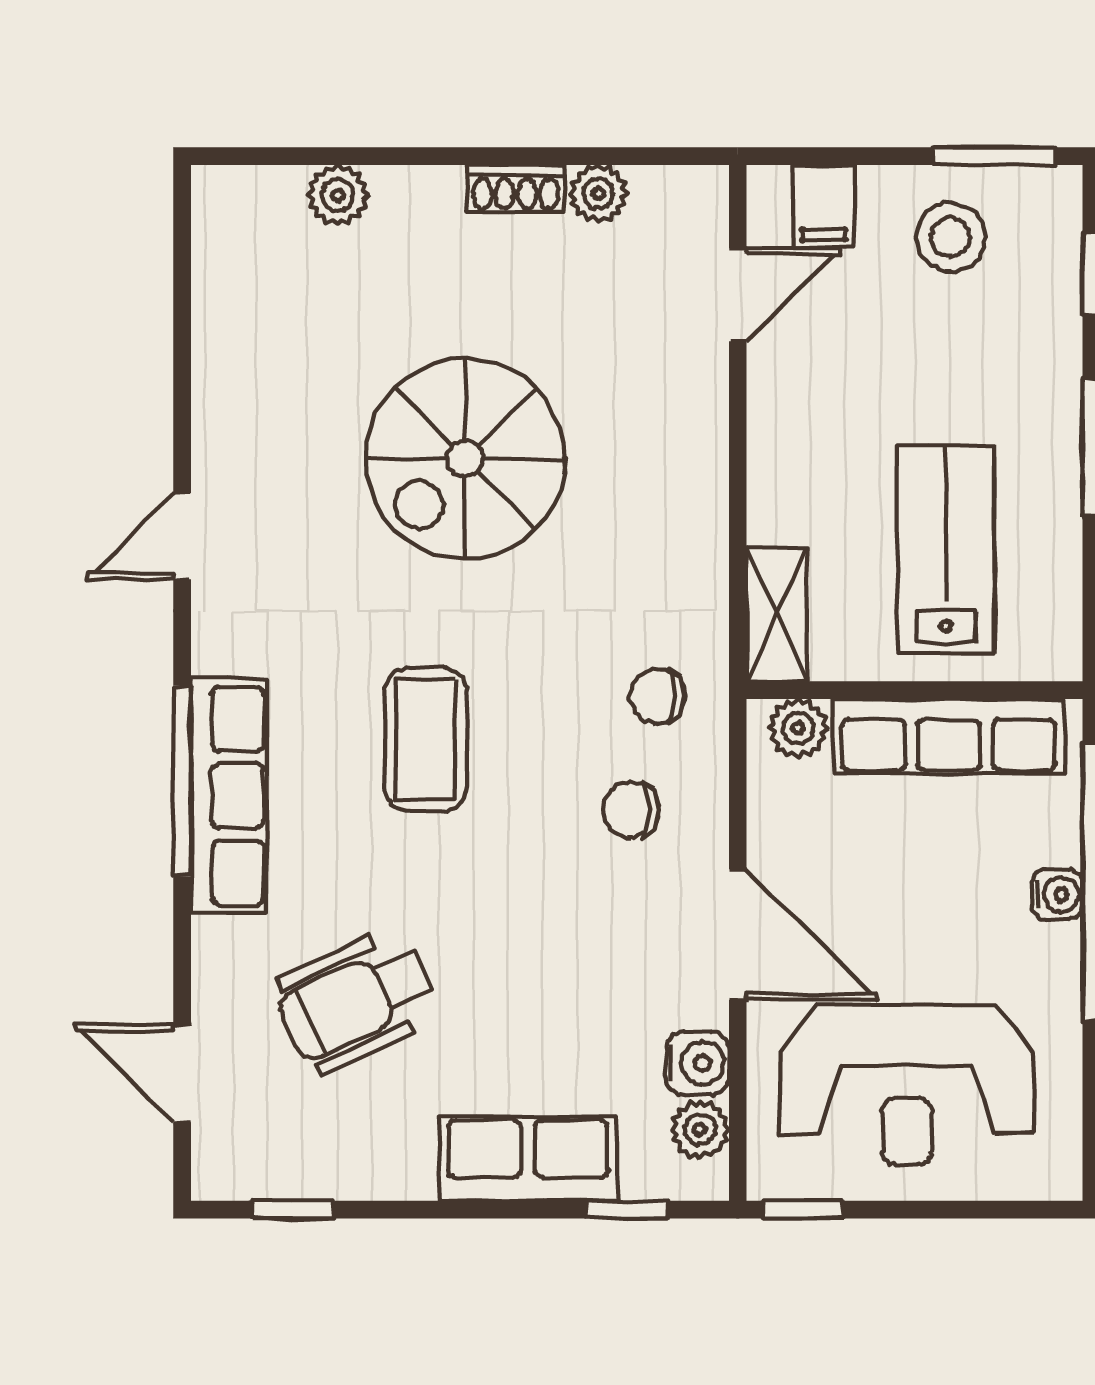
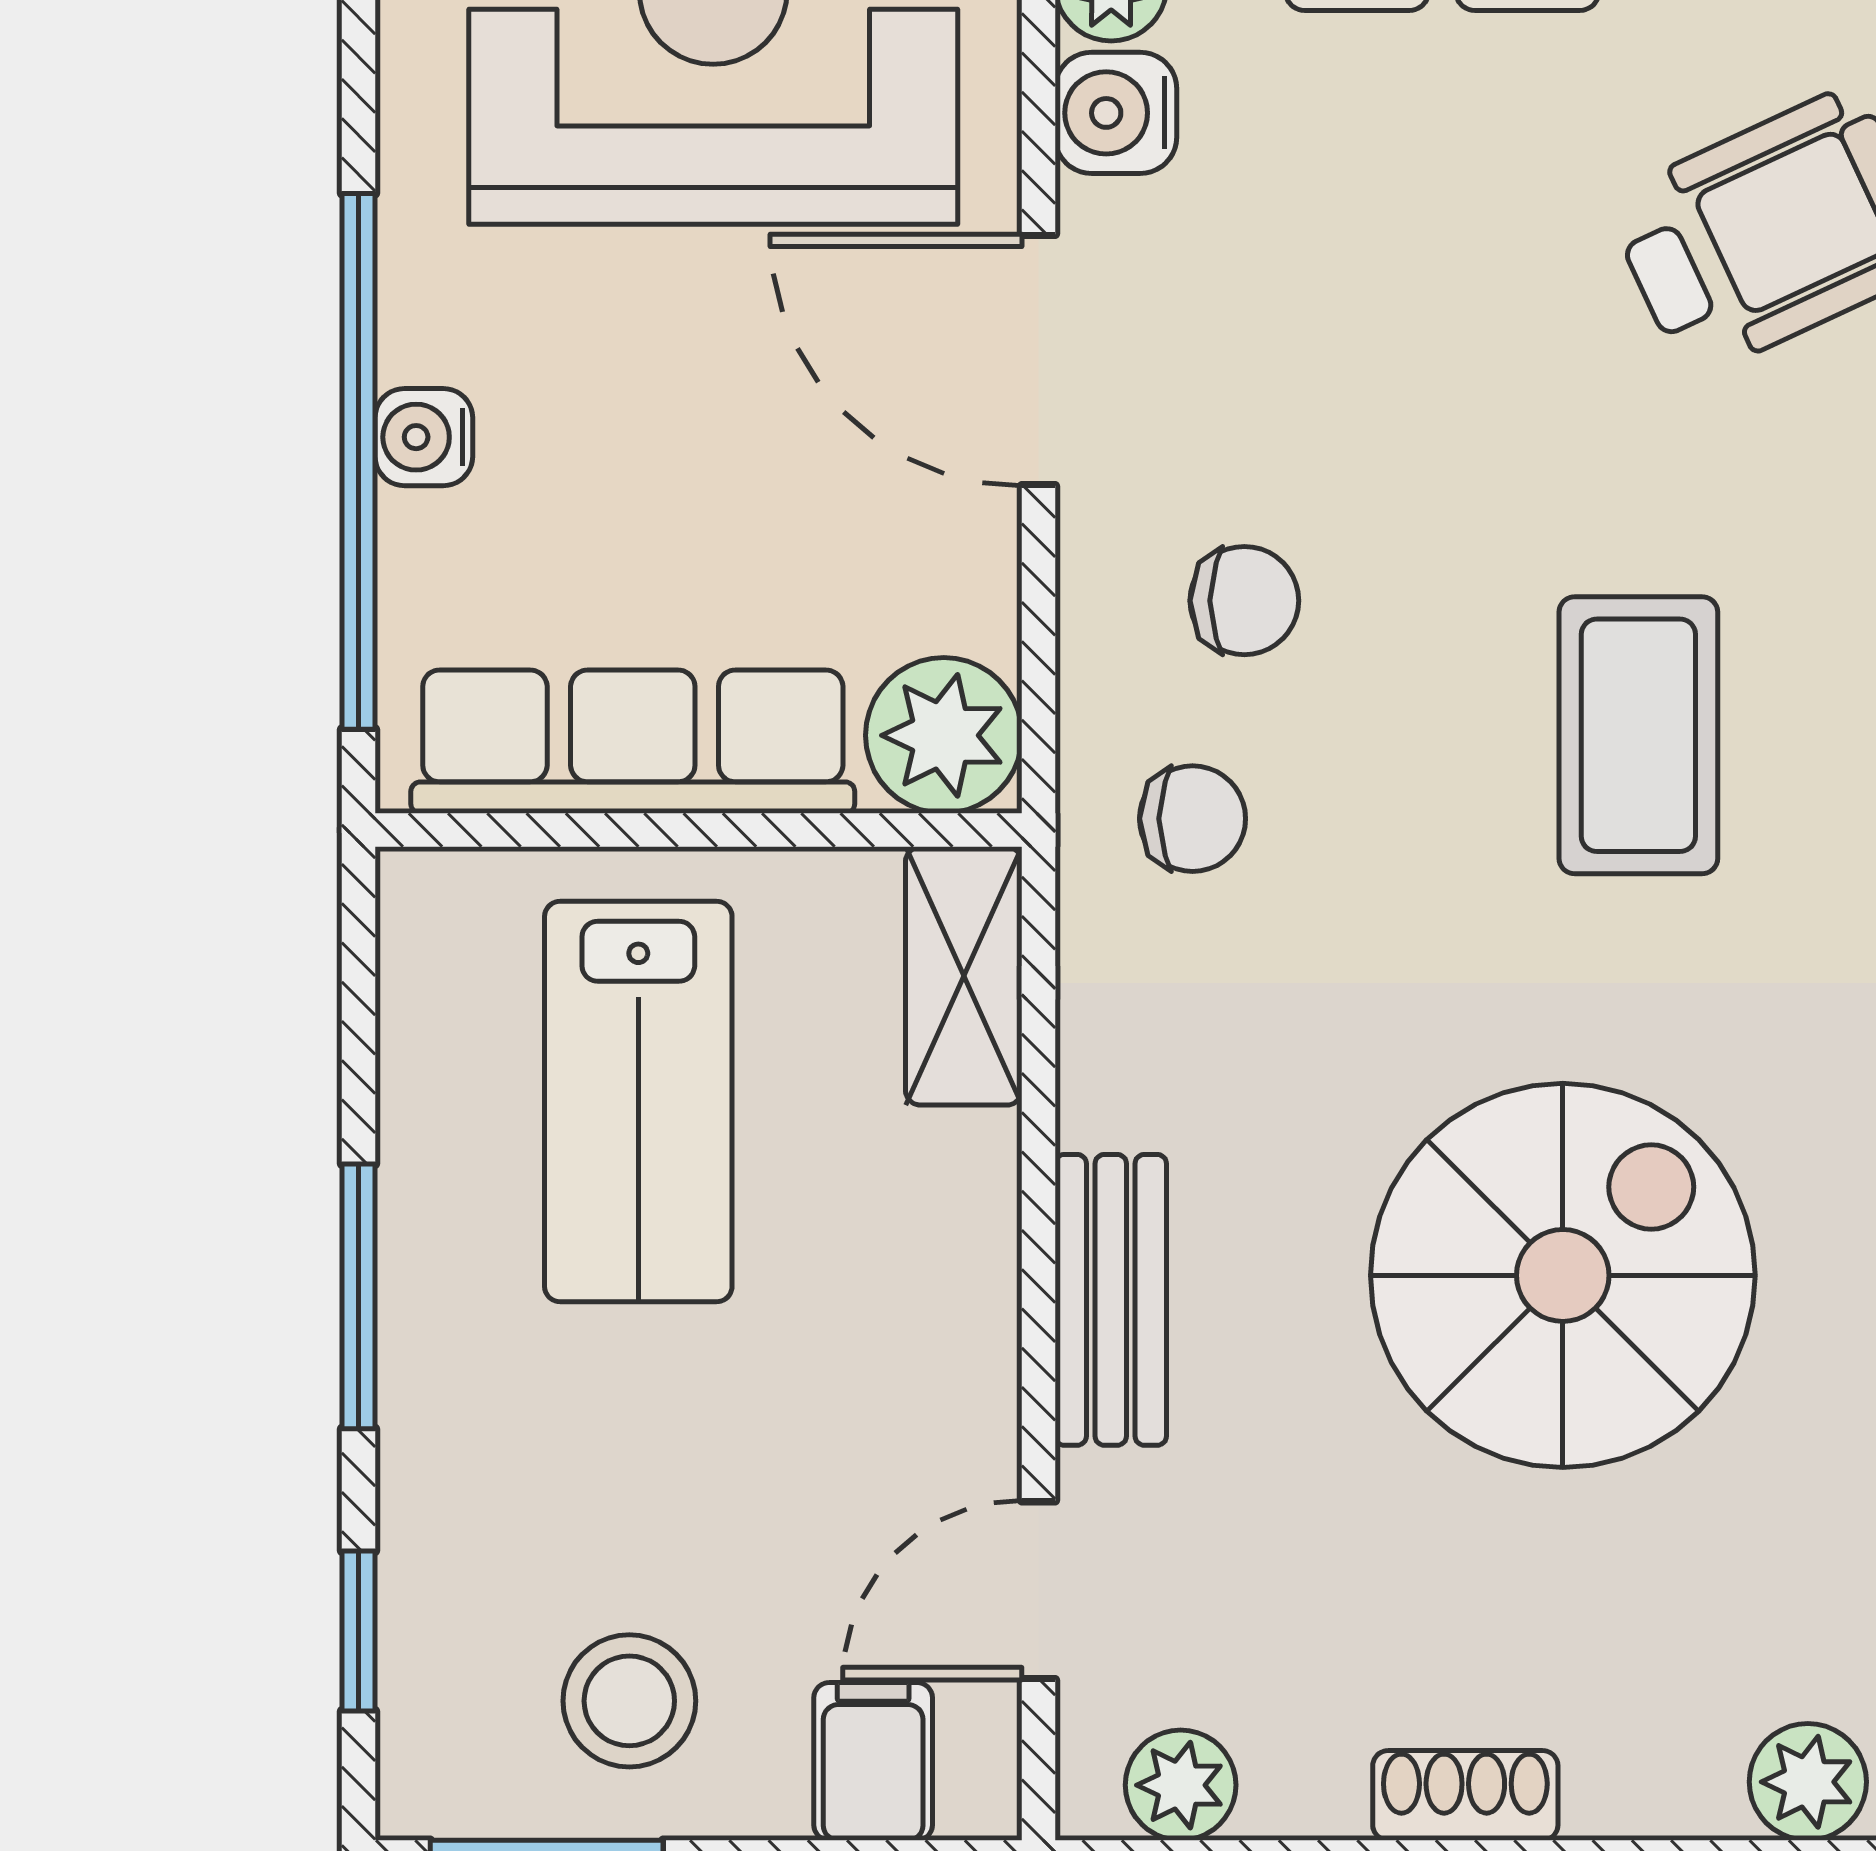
plant: (598, 193) -> (1181, 1785), moved
bench: (700, 446) -> (1111, 1300), added
plant: (798, 728) -> (944, 735), width x1.38, depth x1.38

